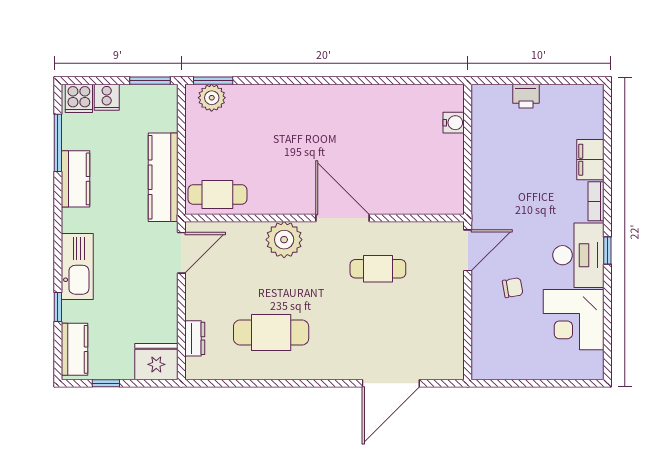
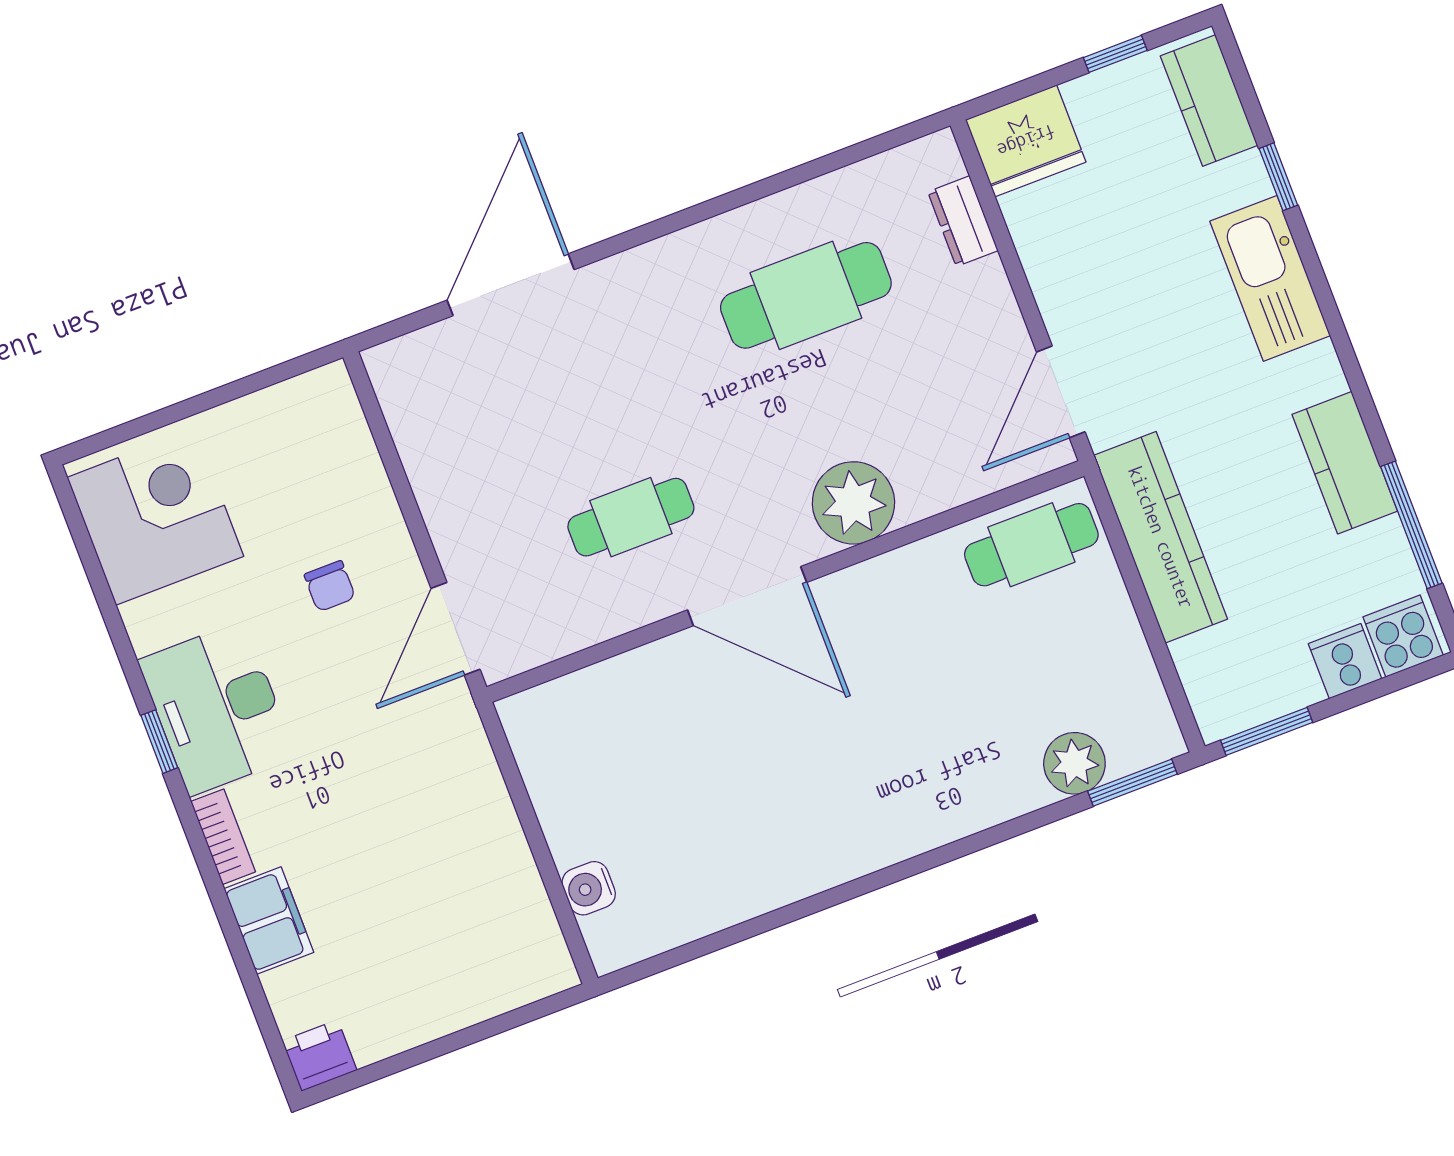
printer: (526, 96) -> (320, 1056), moved
plant: (212, 98) -> (1074, 763), moved
chair: (513, 288) -> (330, 586), turned -80
corner desk: (574, 320) -> (155, 517), moved

